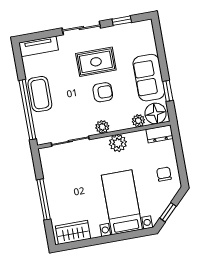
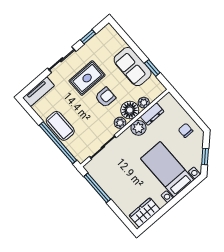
floor lamp: (156, 114) -> (130, 110), moved
dresser: (160, 134) -> (152, 114), moved
window: (44, 199) -> (97, 188), moved

